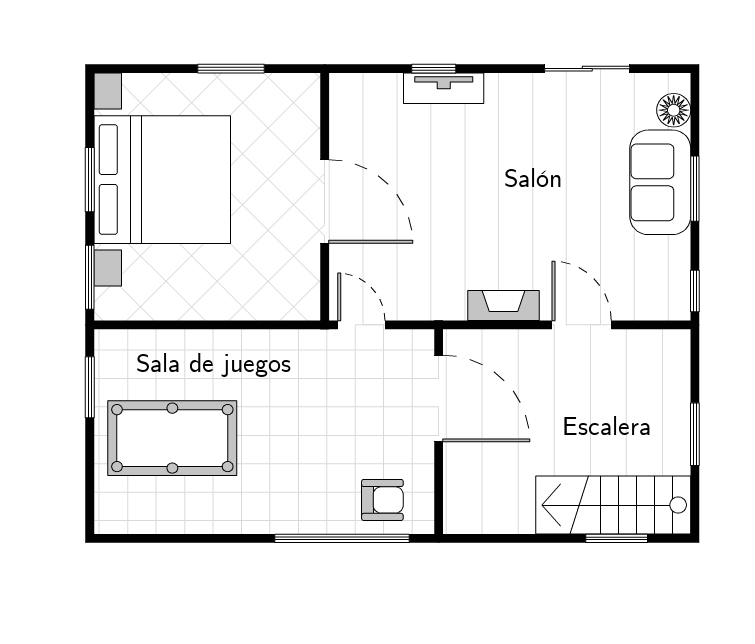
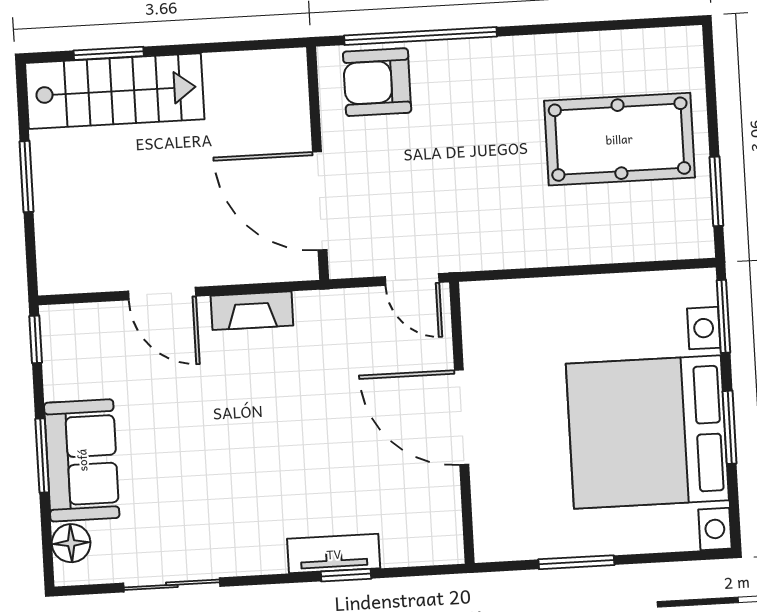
armchair: (382, 500) -> (377, 82), width x1.38, depth x1.38

